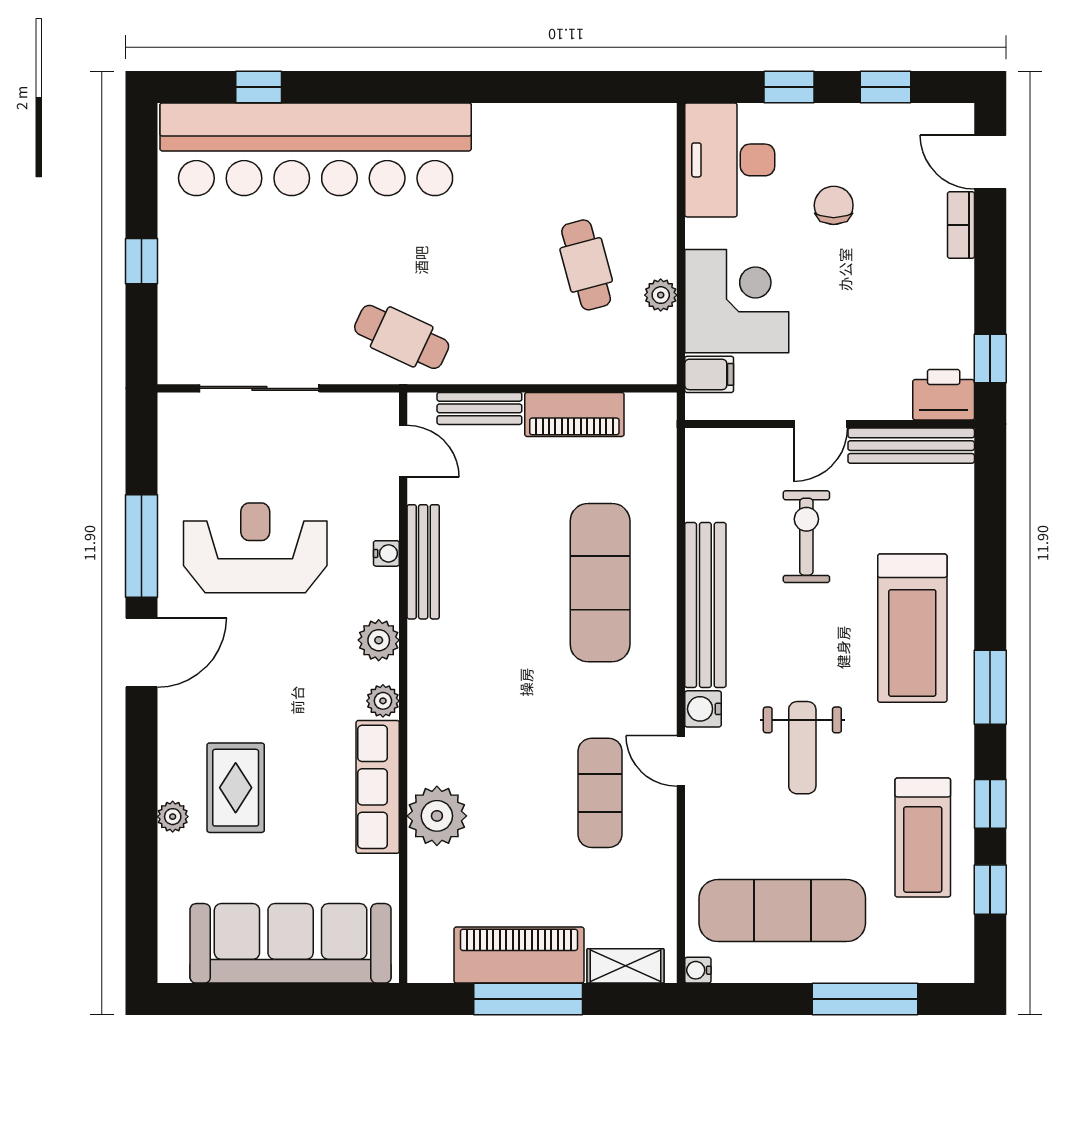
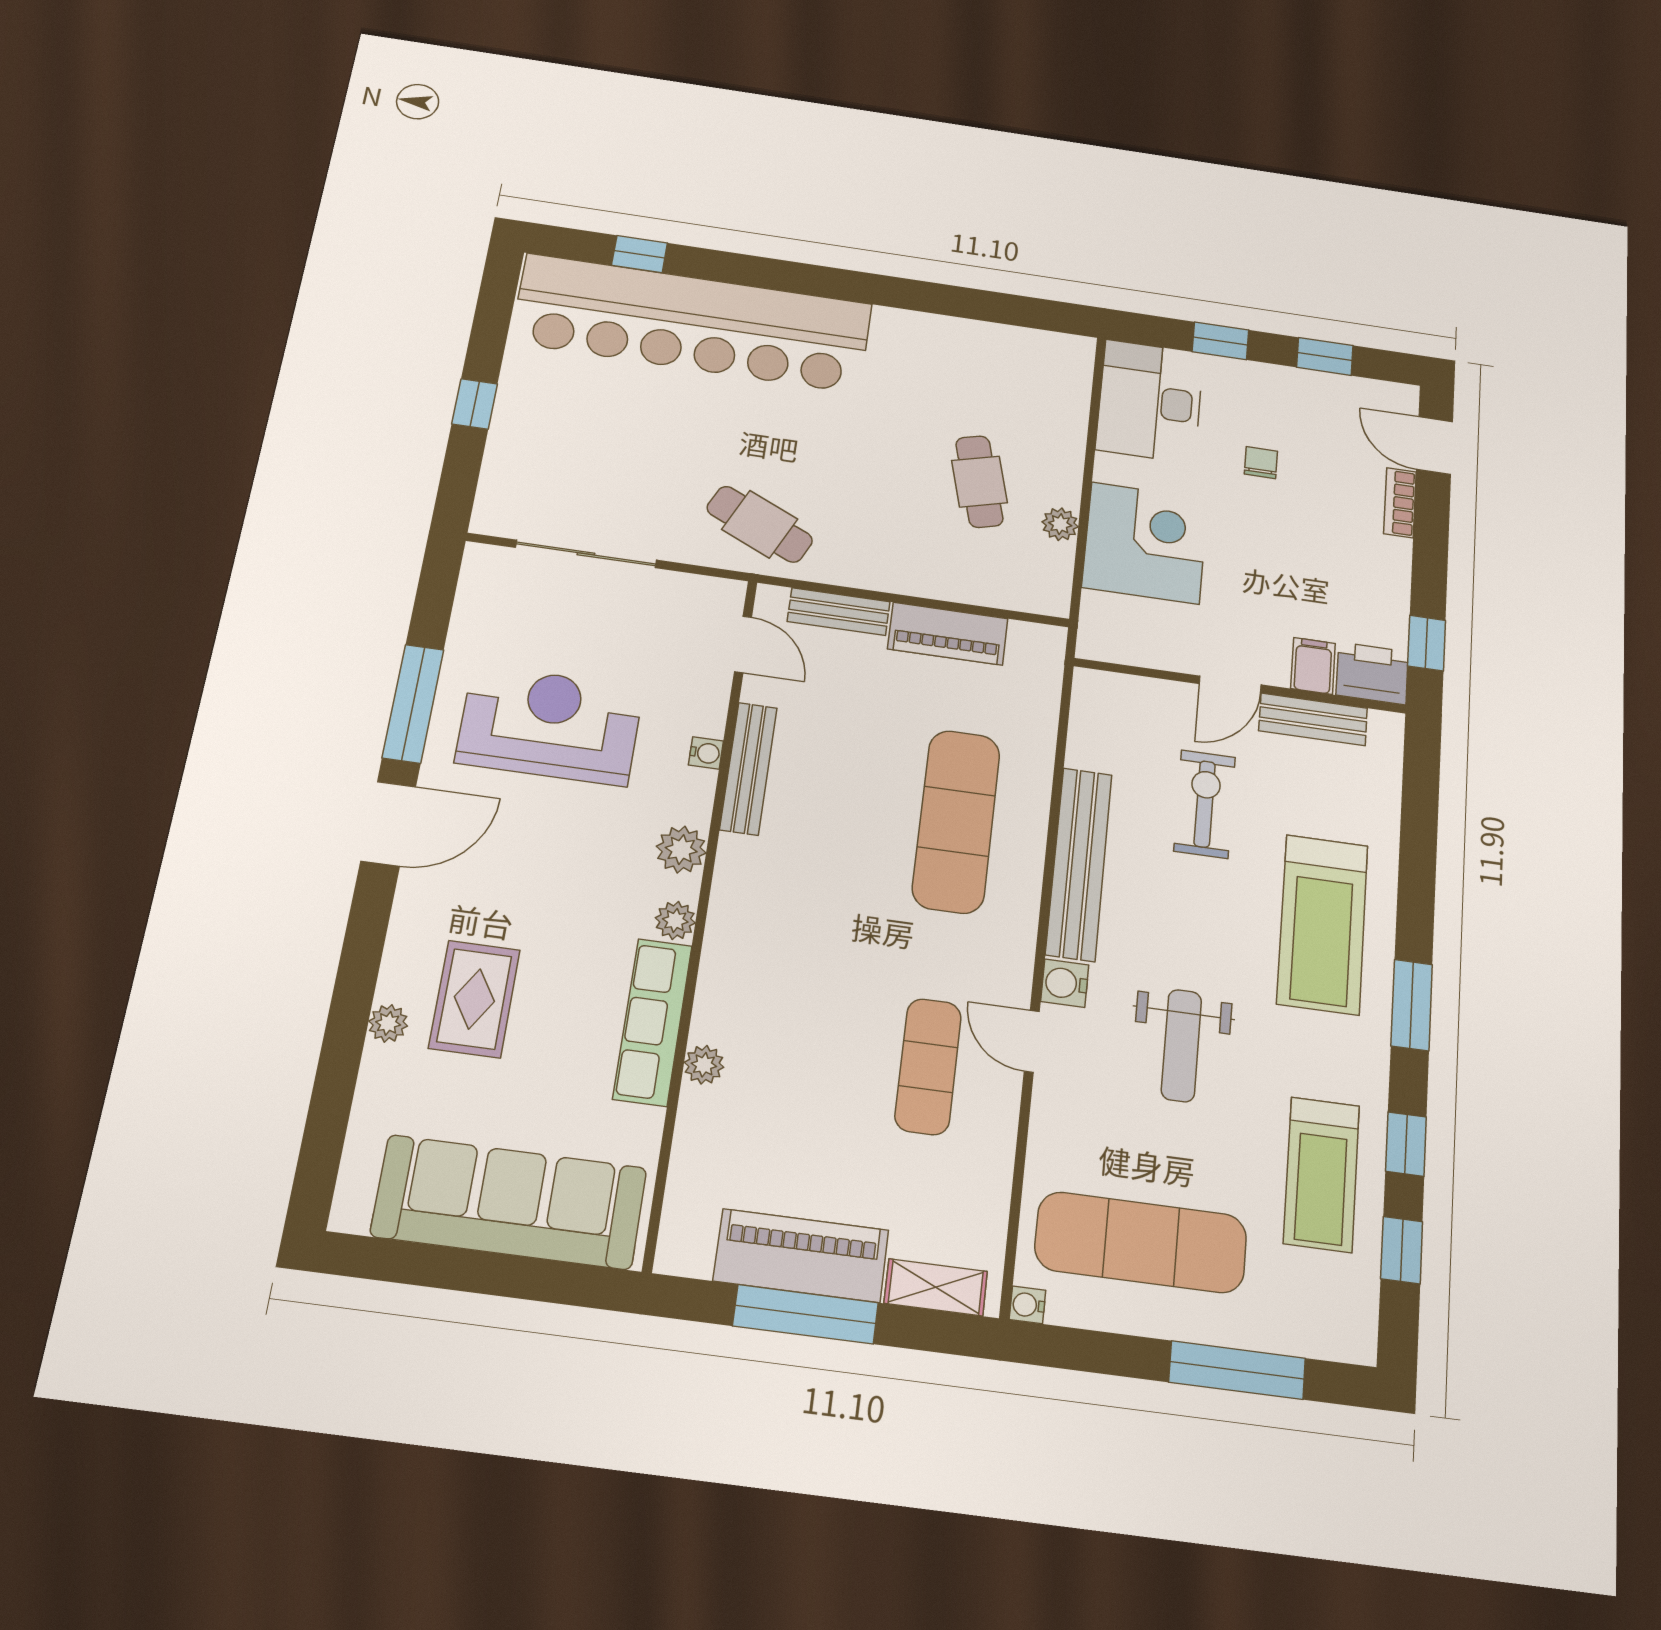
chair: (834, 205) -> (1261, 463), width x0.73, depth x0.73
filing cabinet: (709, 374) -> (1313, 666), moved, turned -90
bench: (911, 446) -> (1313, 719), width x0.73
plant: (437, 816) -> (704, 1065), width x0.53, depth x0.53

